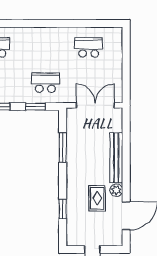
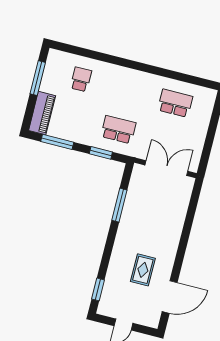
bench: (116, 158) -> (175, 231), removed
plant: (116, 190) -> (166, 266), removed
window: (63, 209) -> (98, 289), moved

